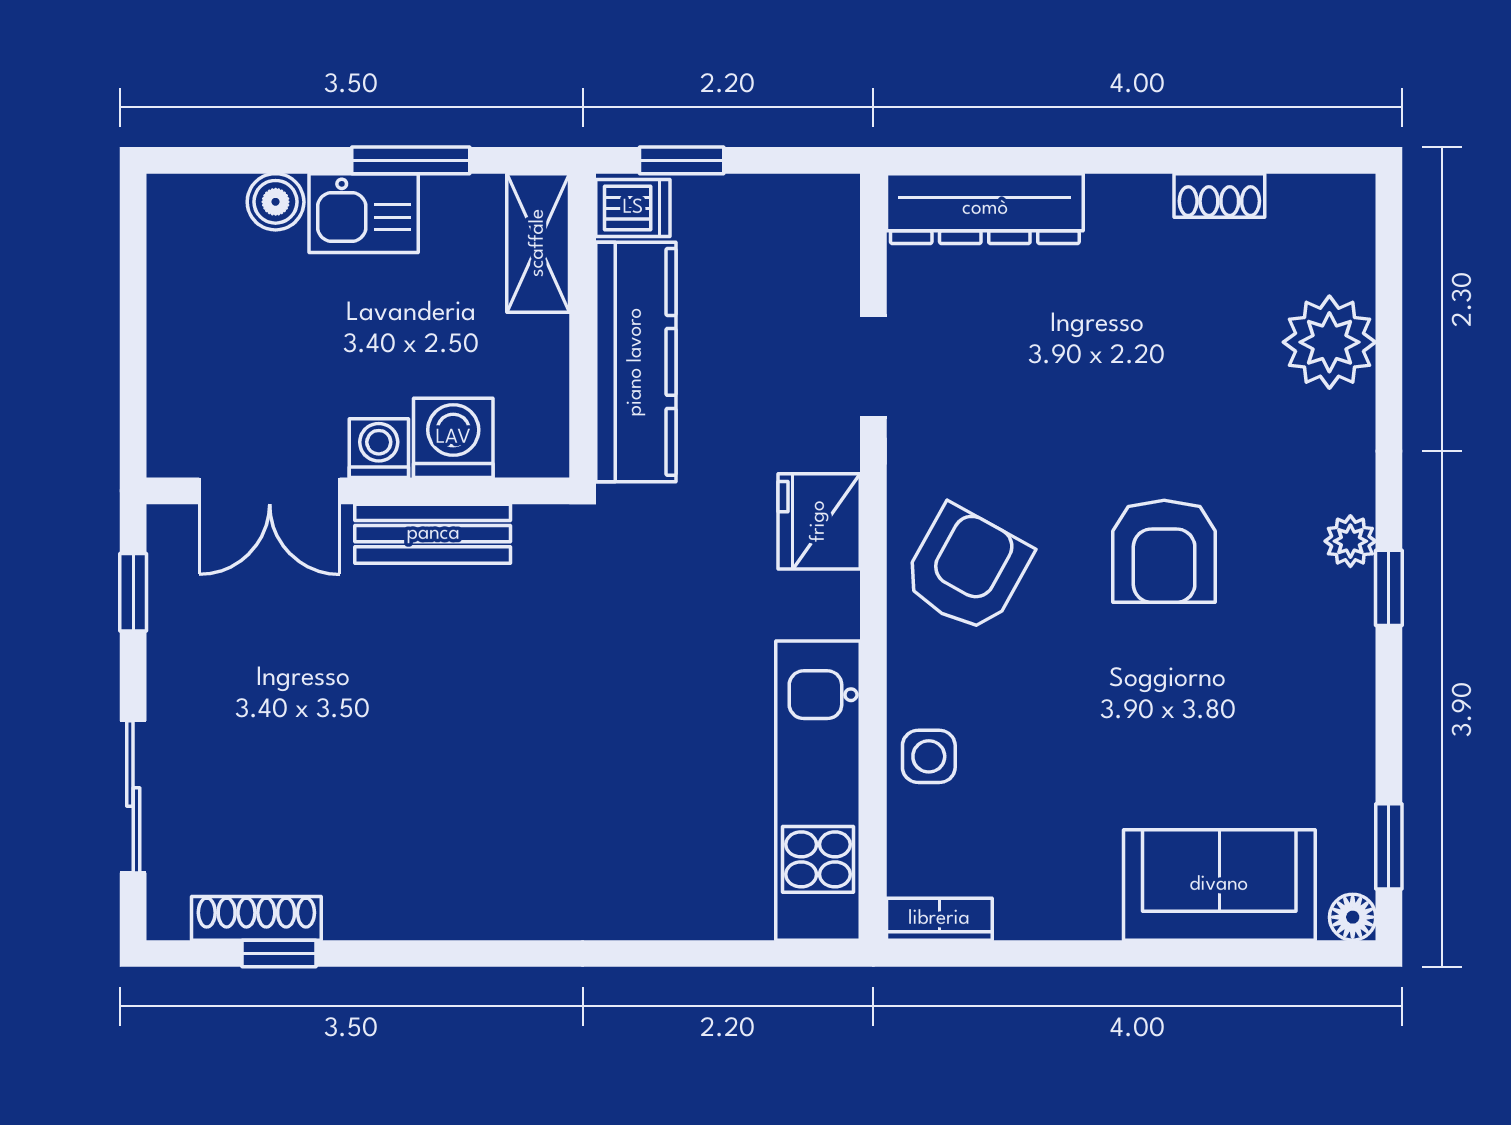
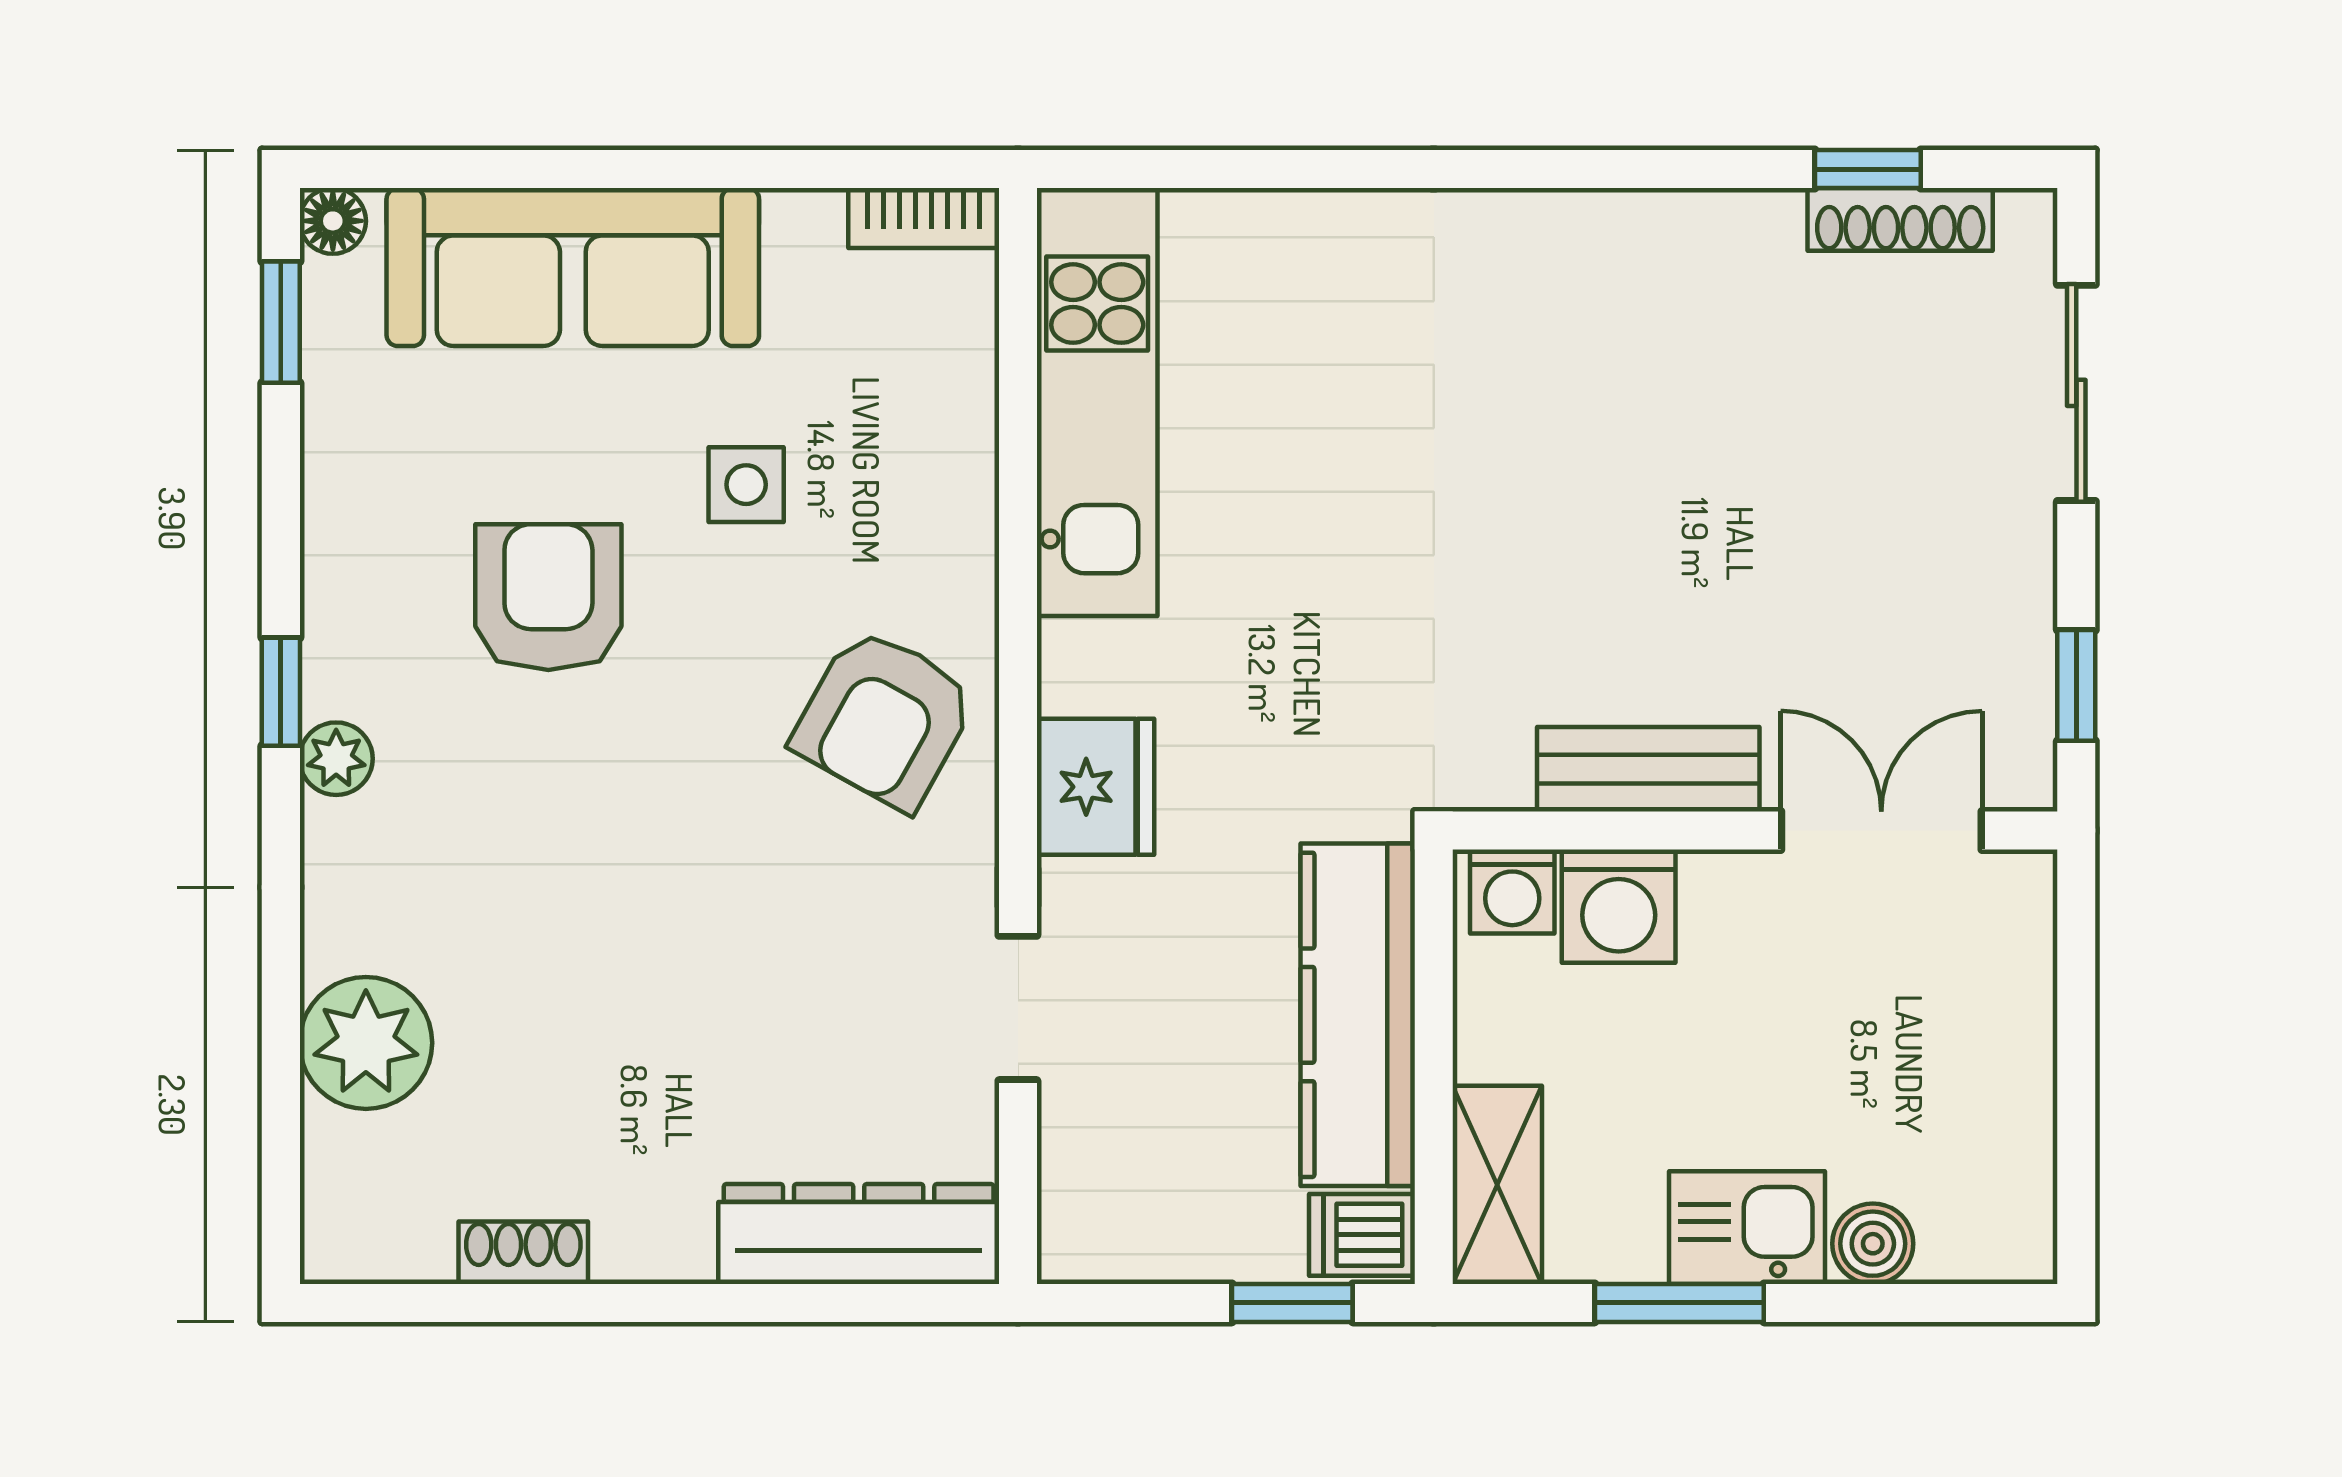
washing machine: (379, 448) -> (1512, 892), moved
armchair: (1164, 551) -> (548, 597), moved
side table: (929, 756) -> (746, 485), moved
sofa: (1219, 885) -> (573, 267), width x1.36

